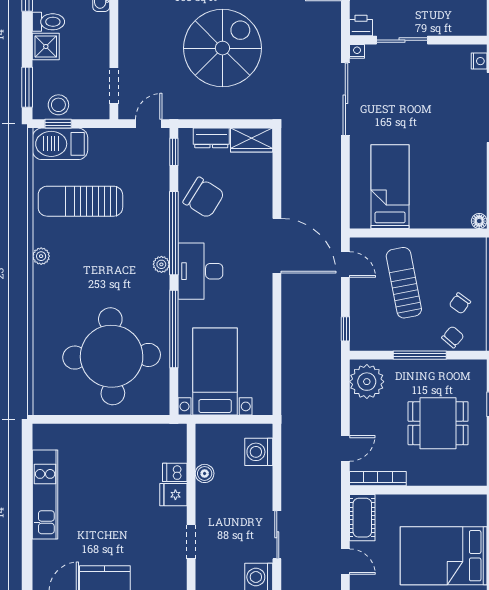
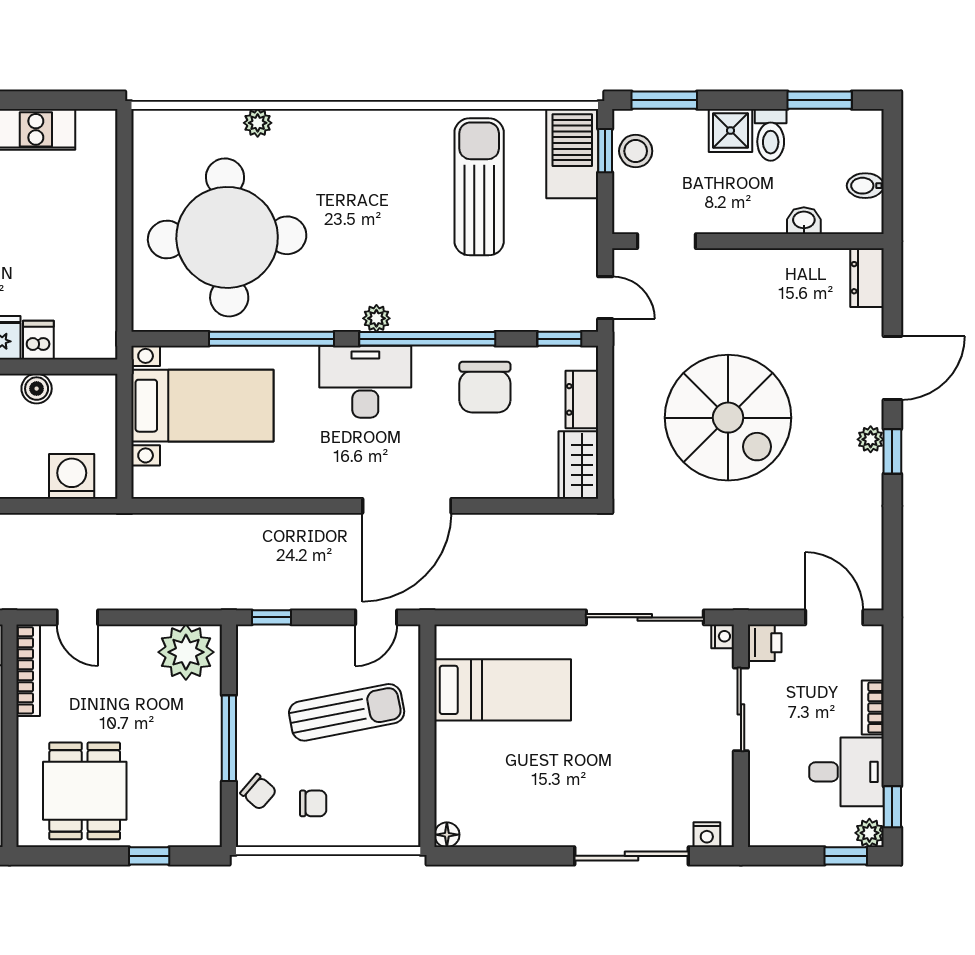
chair: (204, 198) -> (485, 387), turned -32
plant: (41, 256) -> (258, 123), moved
chair: (460, 303) -> (313, 803), turned 144
dining table: (438, 423) -> (85, 791), moved

